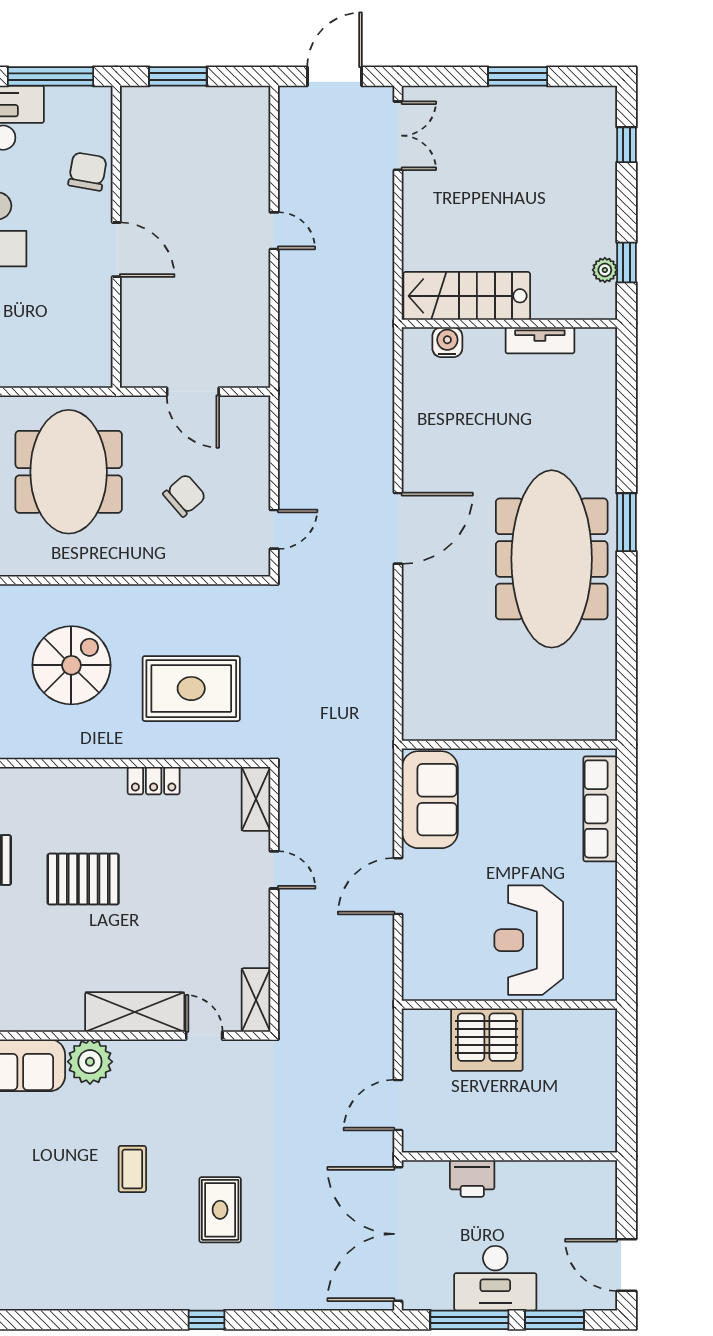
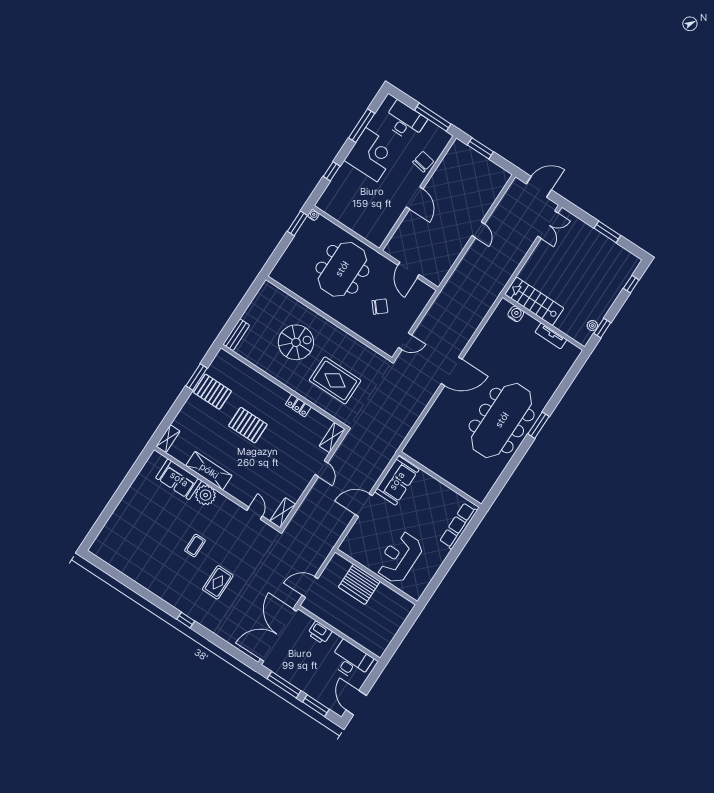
shelving: (135, 1012) -> (209, 471), moved
desk: (495, 1278) -> (351, 660), moved, turned 180

